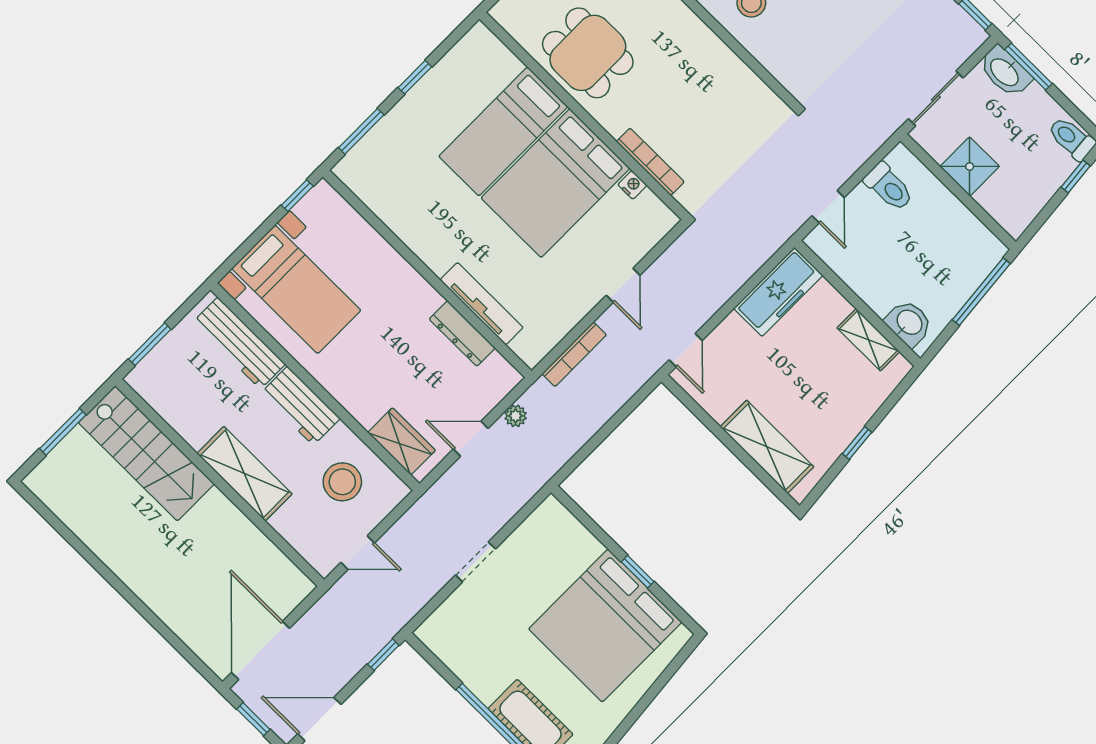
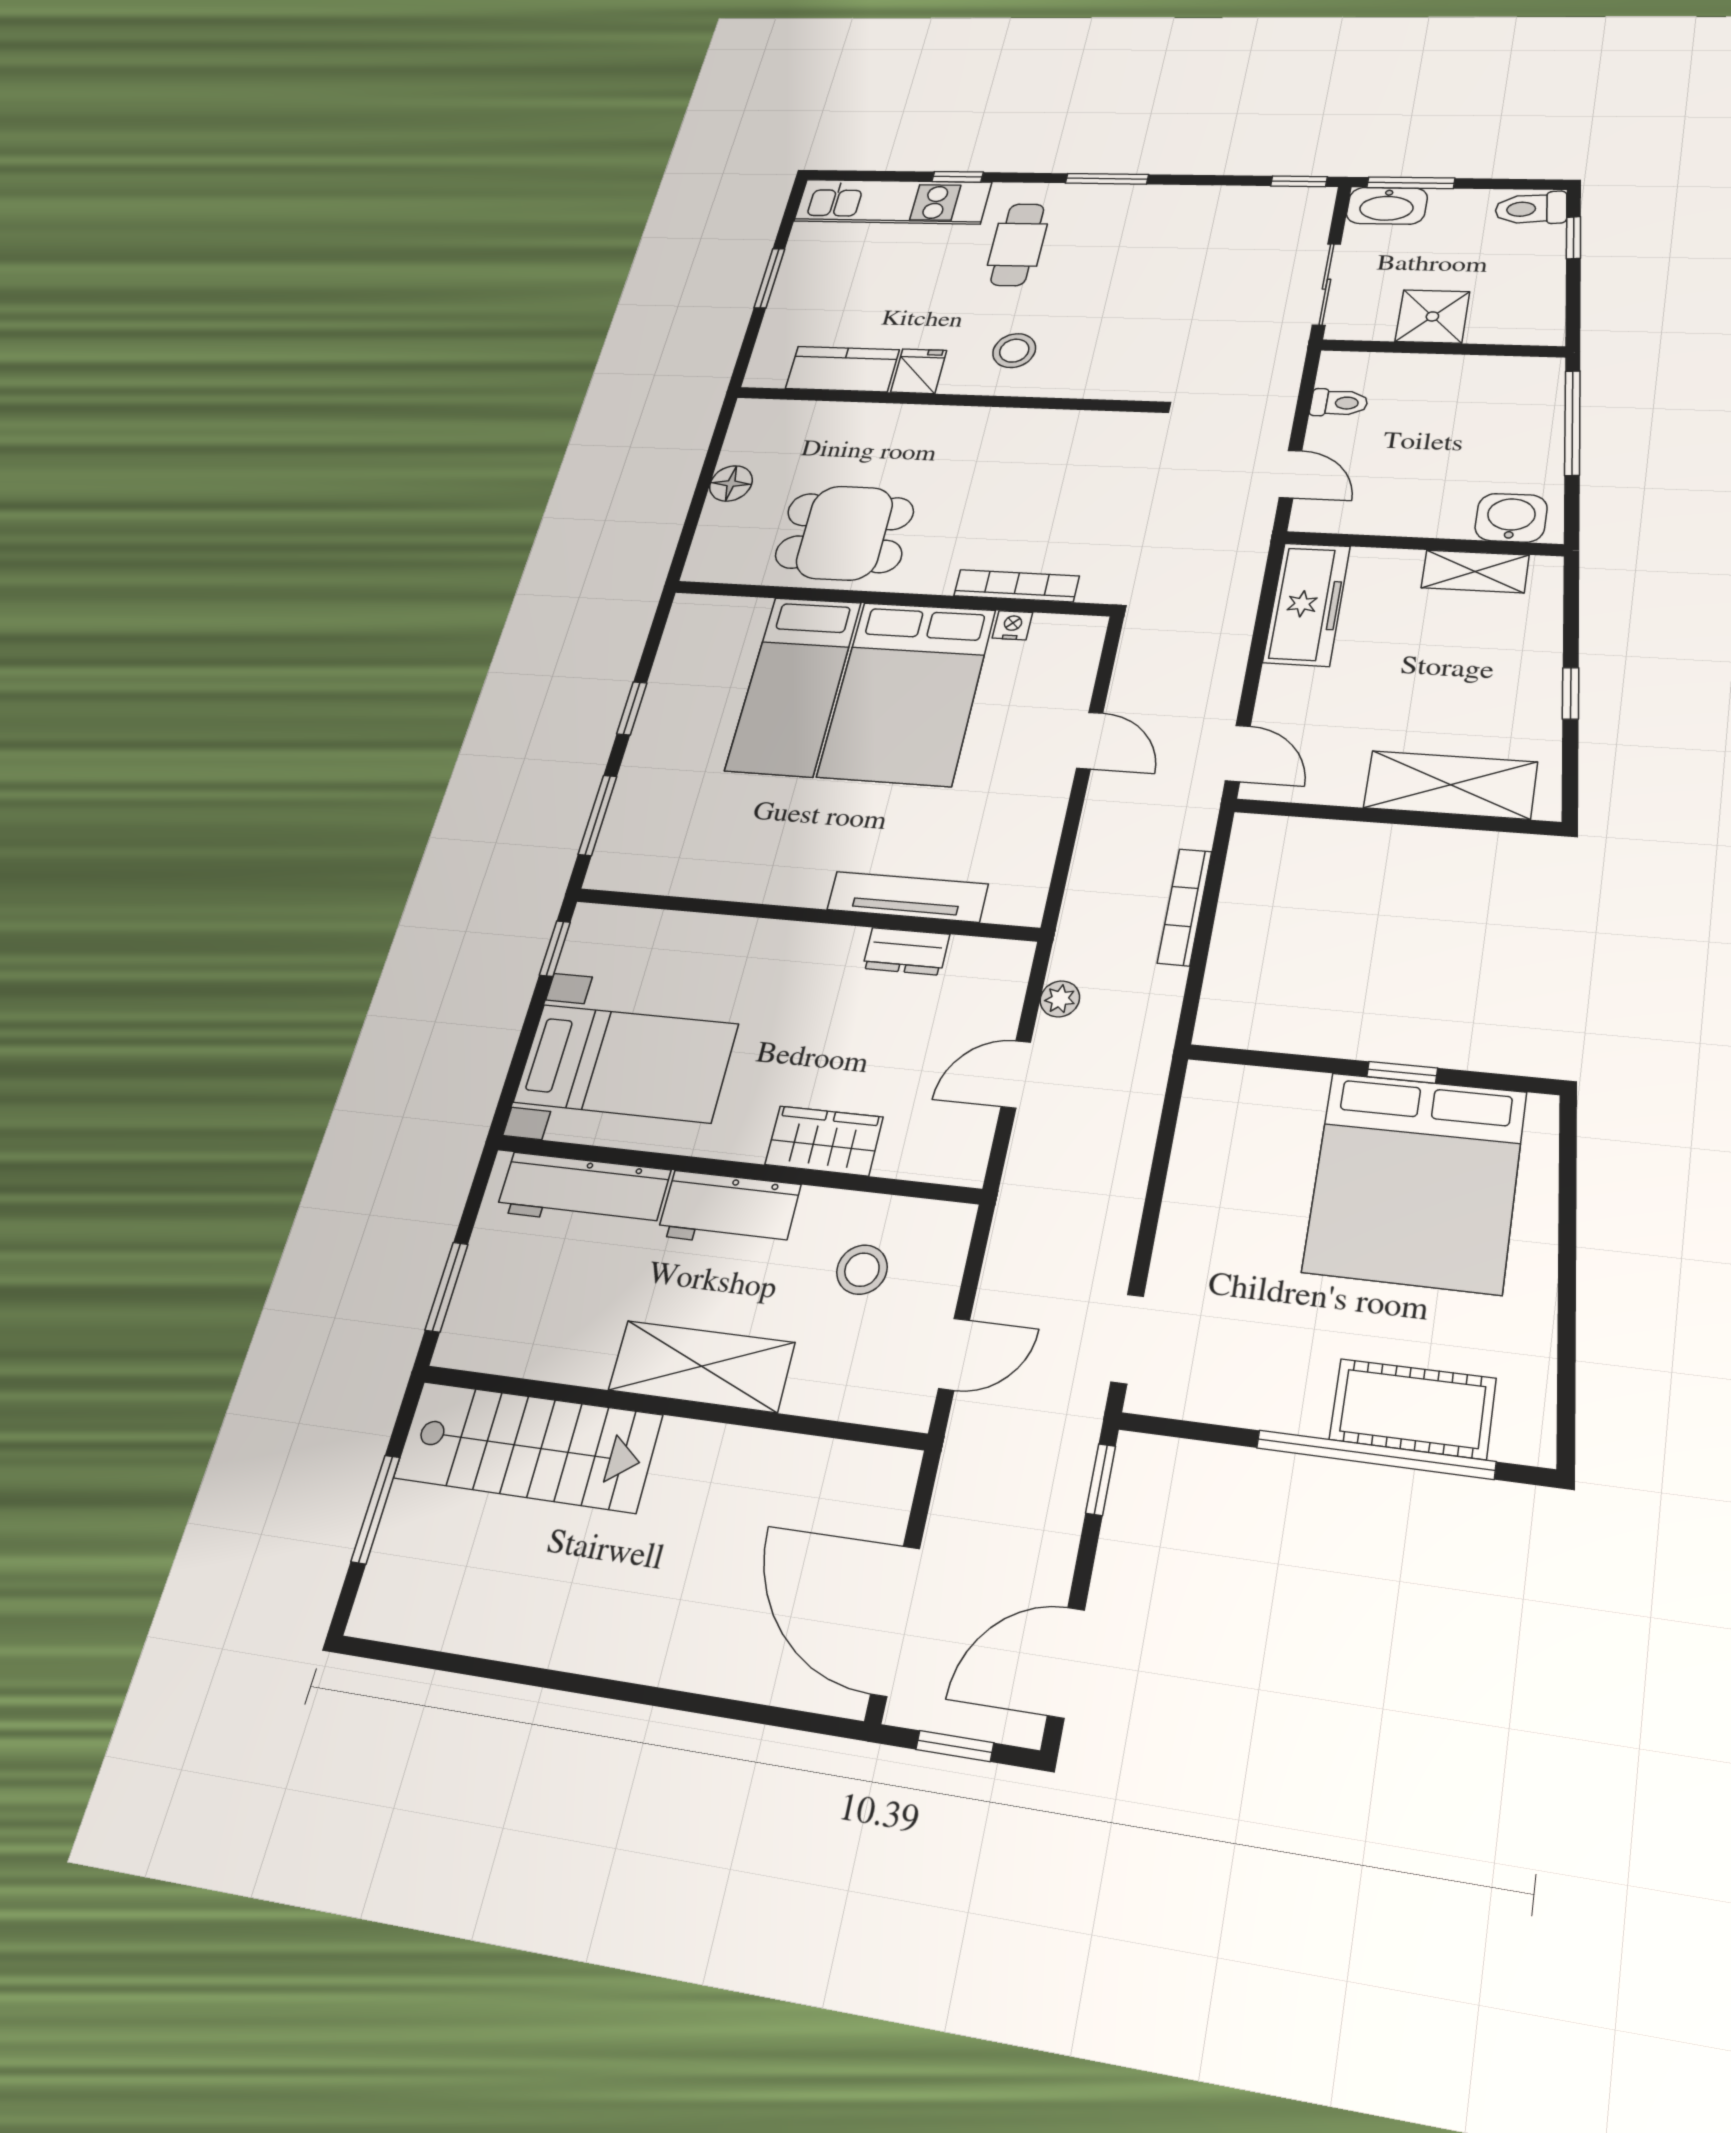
toilet: (889, 187) -> (1339, 403), width x0.73, depth x0.72
dresser: (462, 334) -> (906, 951), width x0.70
bookcase: (574, 354) -> (1185, 907), moved, turned 180
wardrobe: (402, 441) -> (824, 1141), moved
stool: (342, 482) -> (862, 1270), width x0.73, depth x0.73
doorway: (475, 562) -> (1127, 1339), moved

